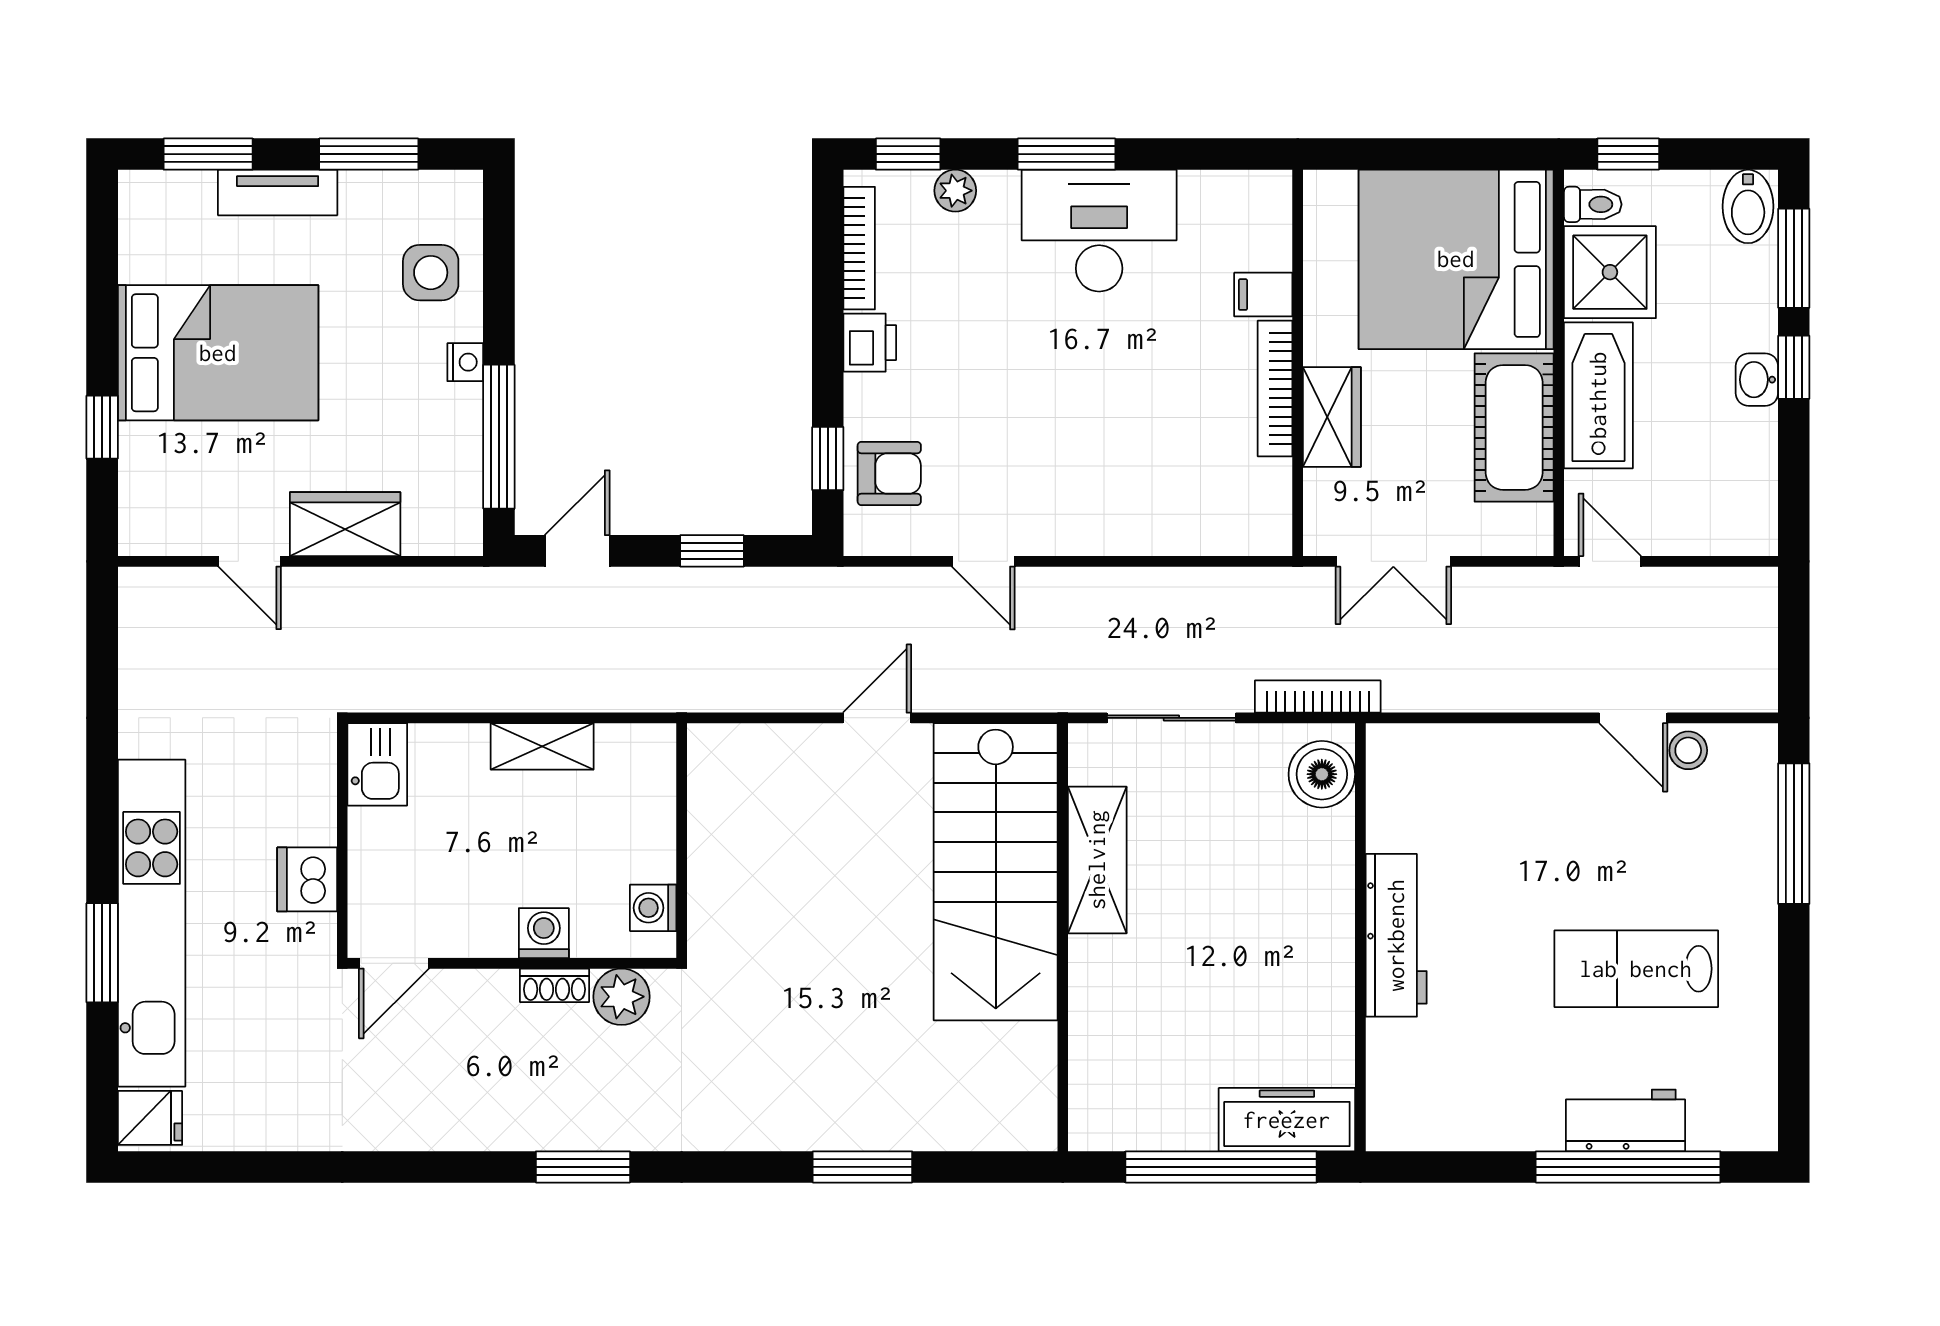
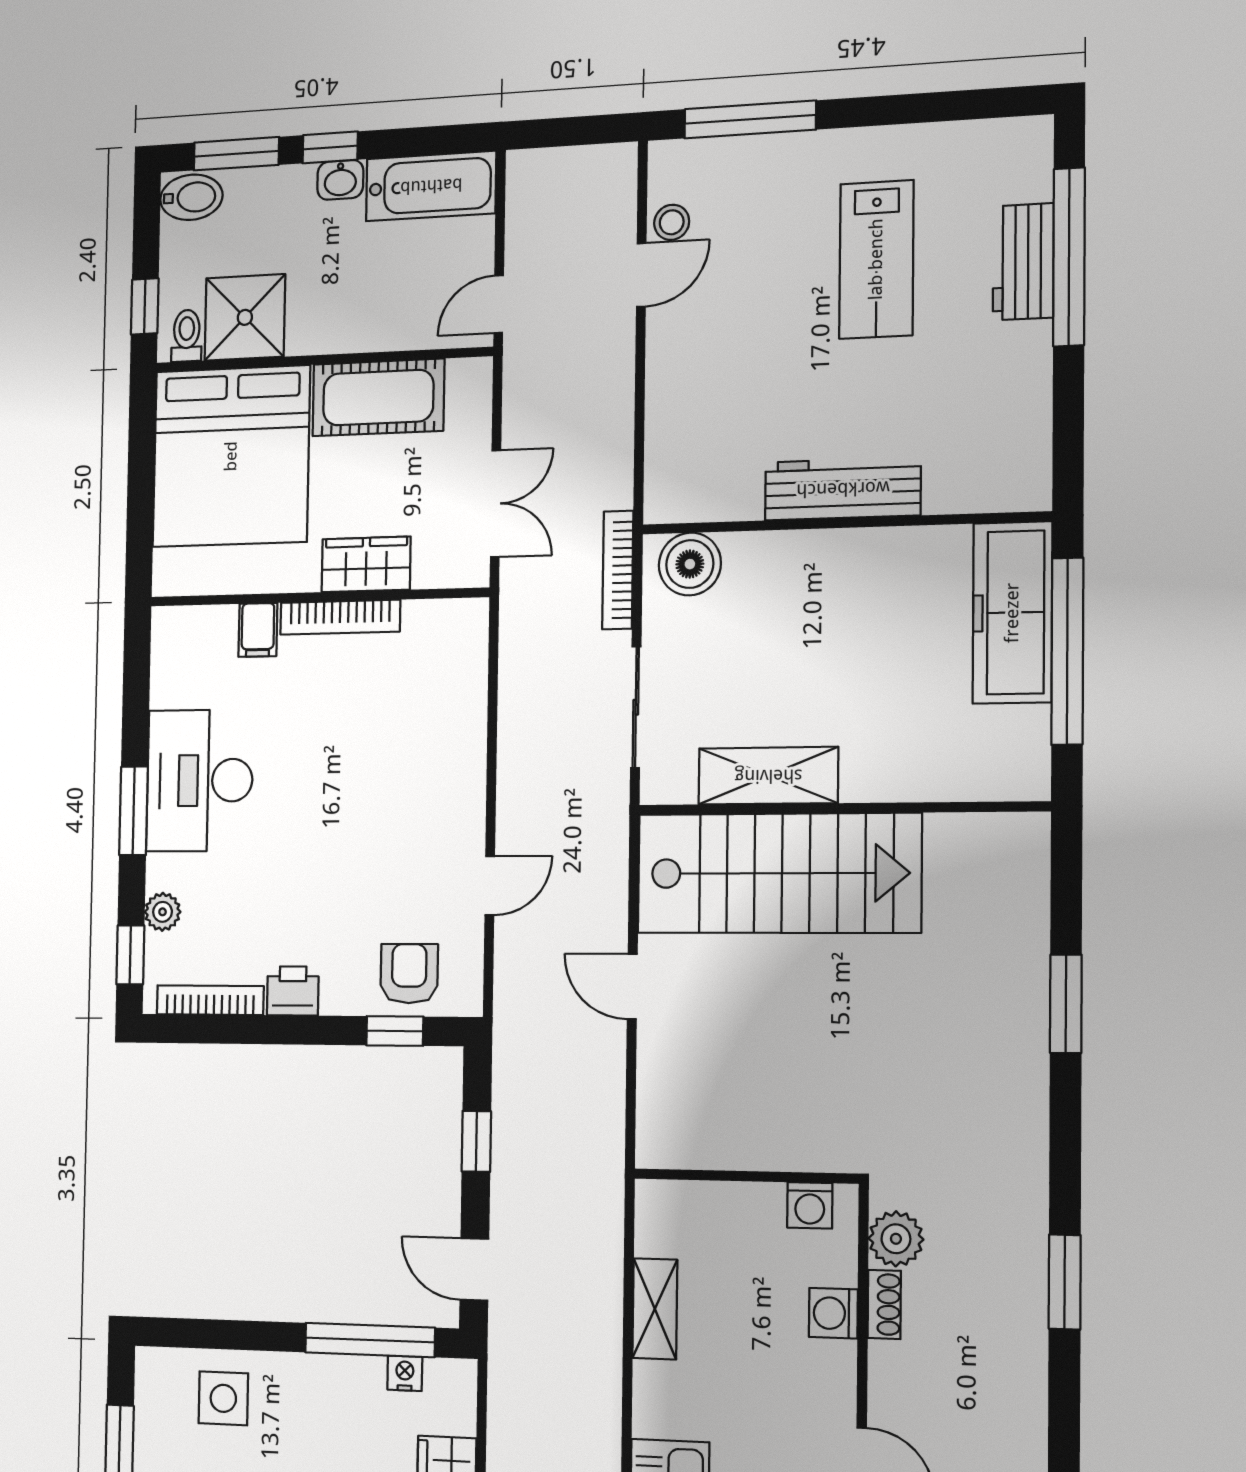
nightstand: (465, 362) -> (405, 1373), moved
bathtub: (1598, 395) -> (431, 186), moved, turned 180
freezer: (1287, 1120) -> (1012, 613), width x1.36, depth x1.26

